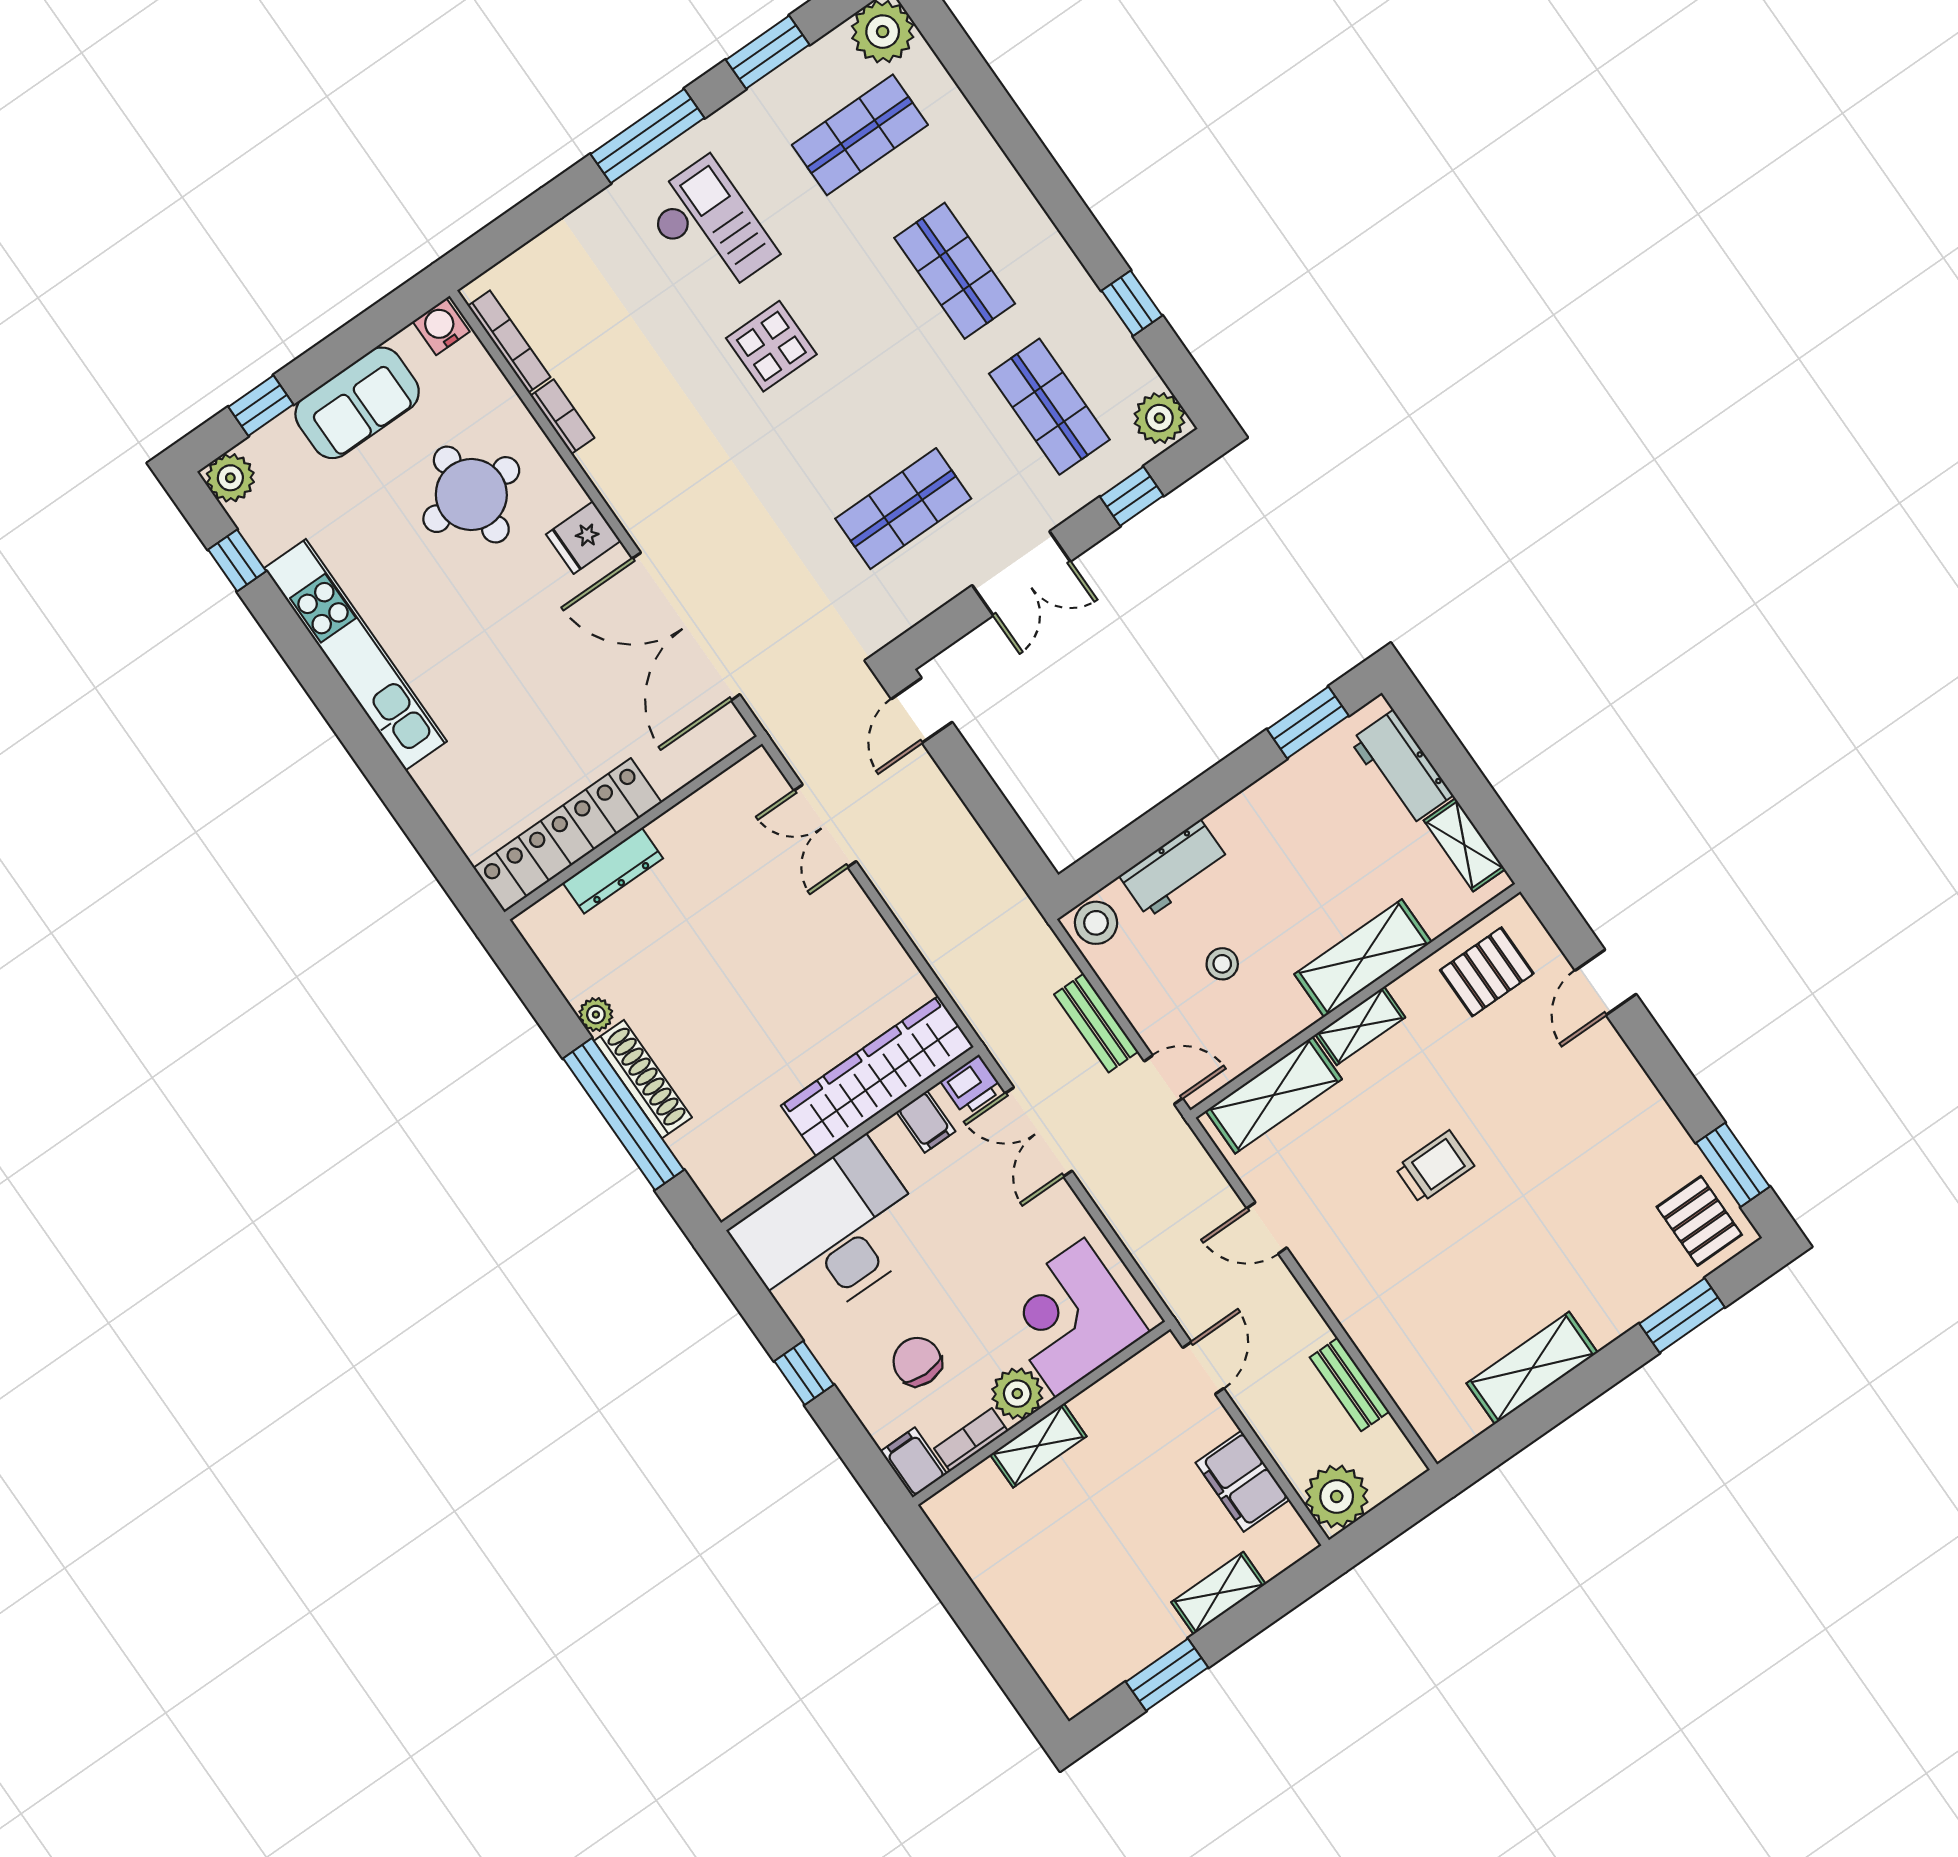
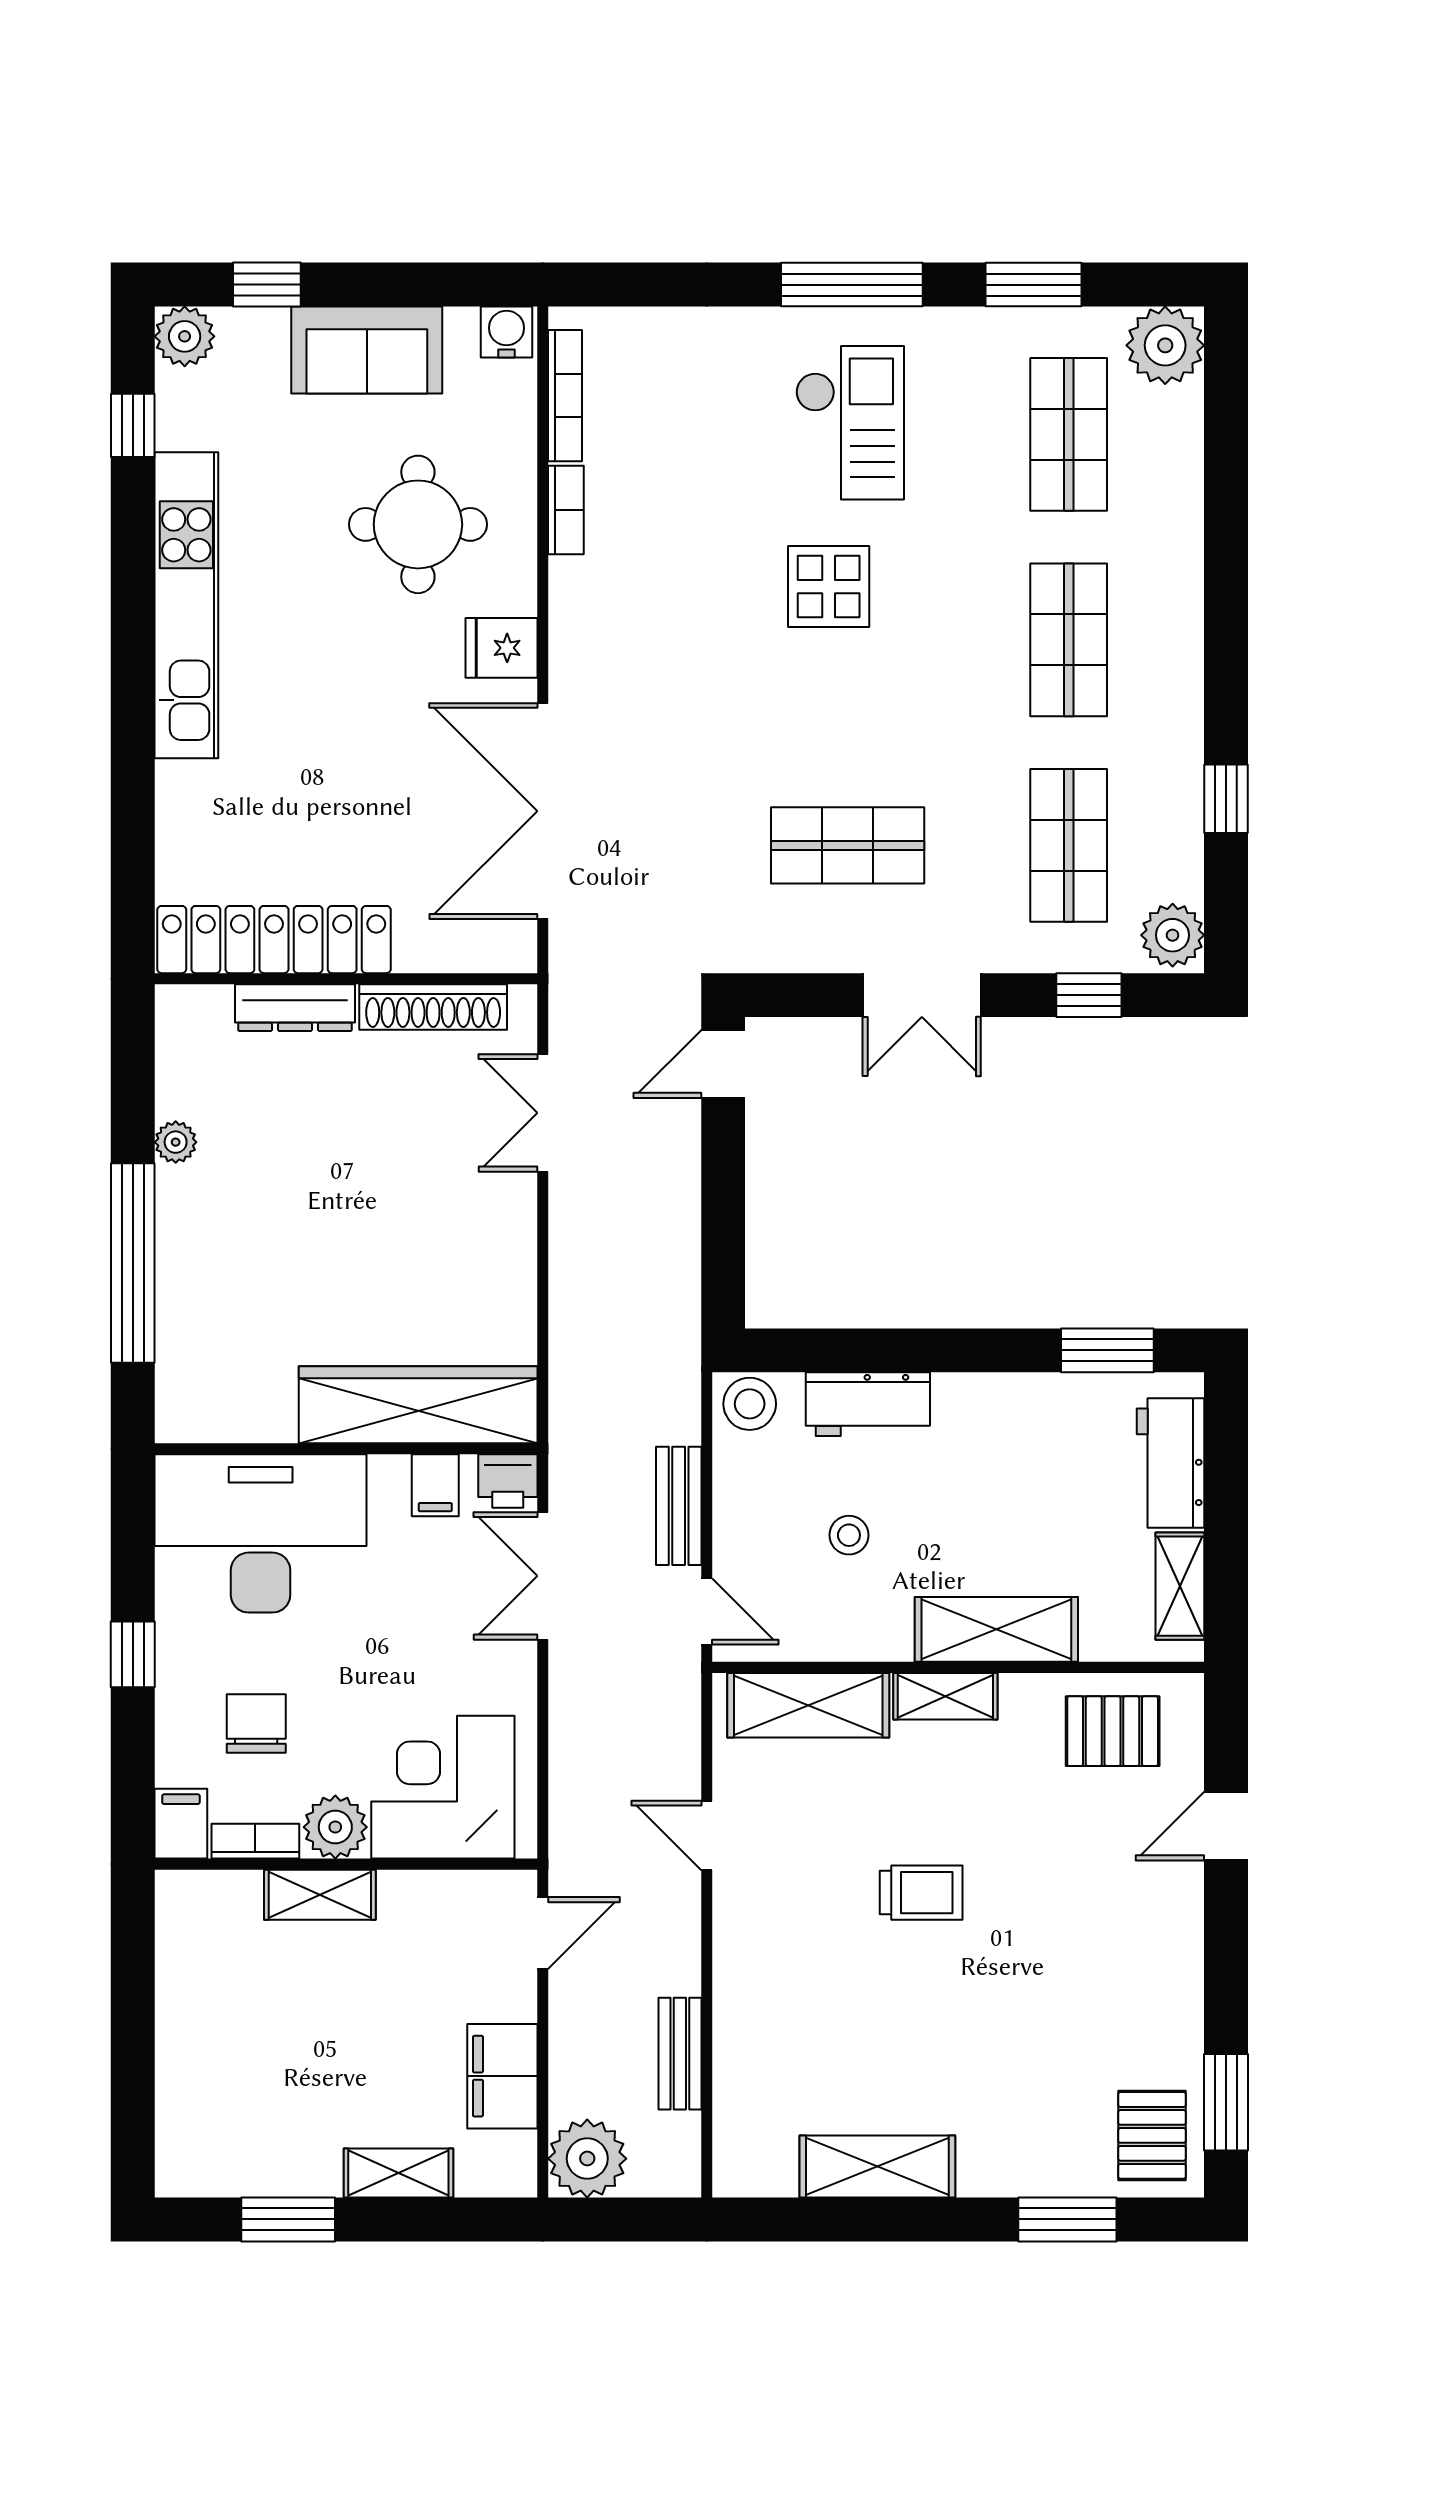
shop shelf: (860, 135) -> (1069, 434), turned 90
shoe rack: (643, 1079) -> (433, 1007), moved, turned 90

